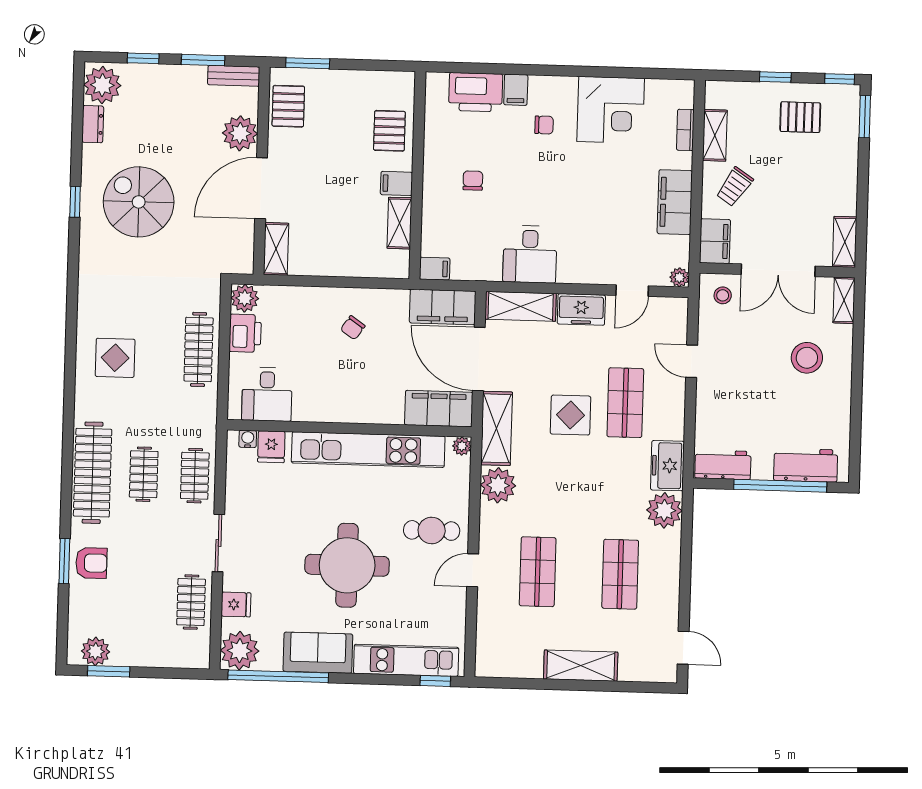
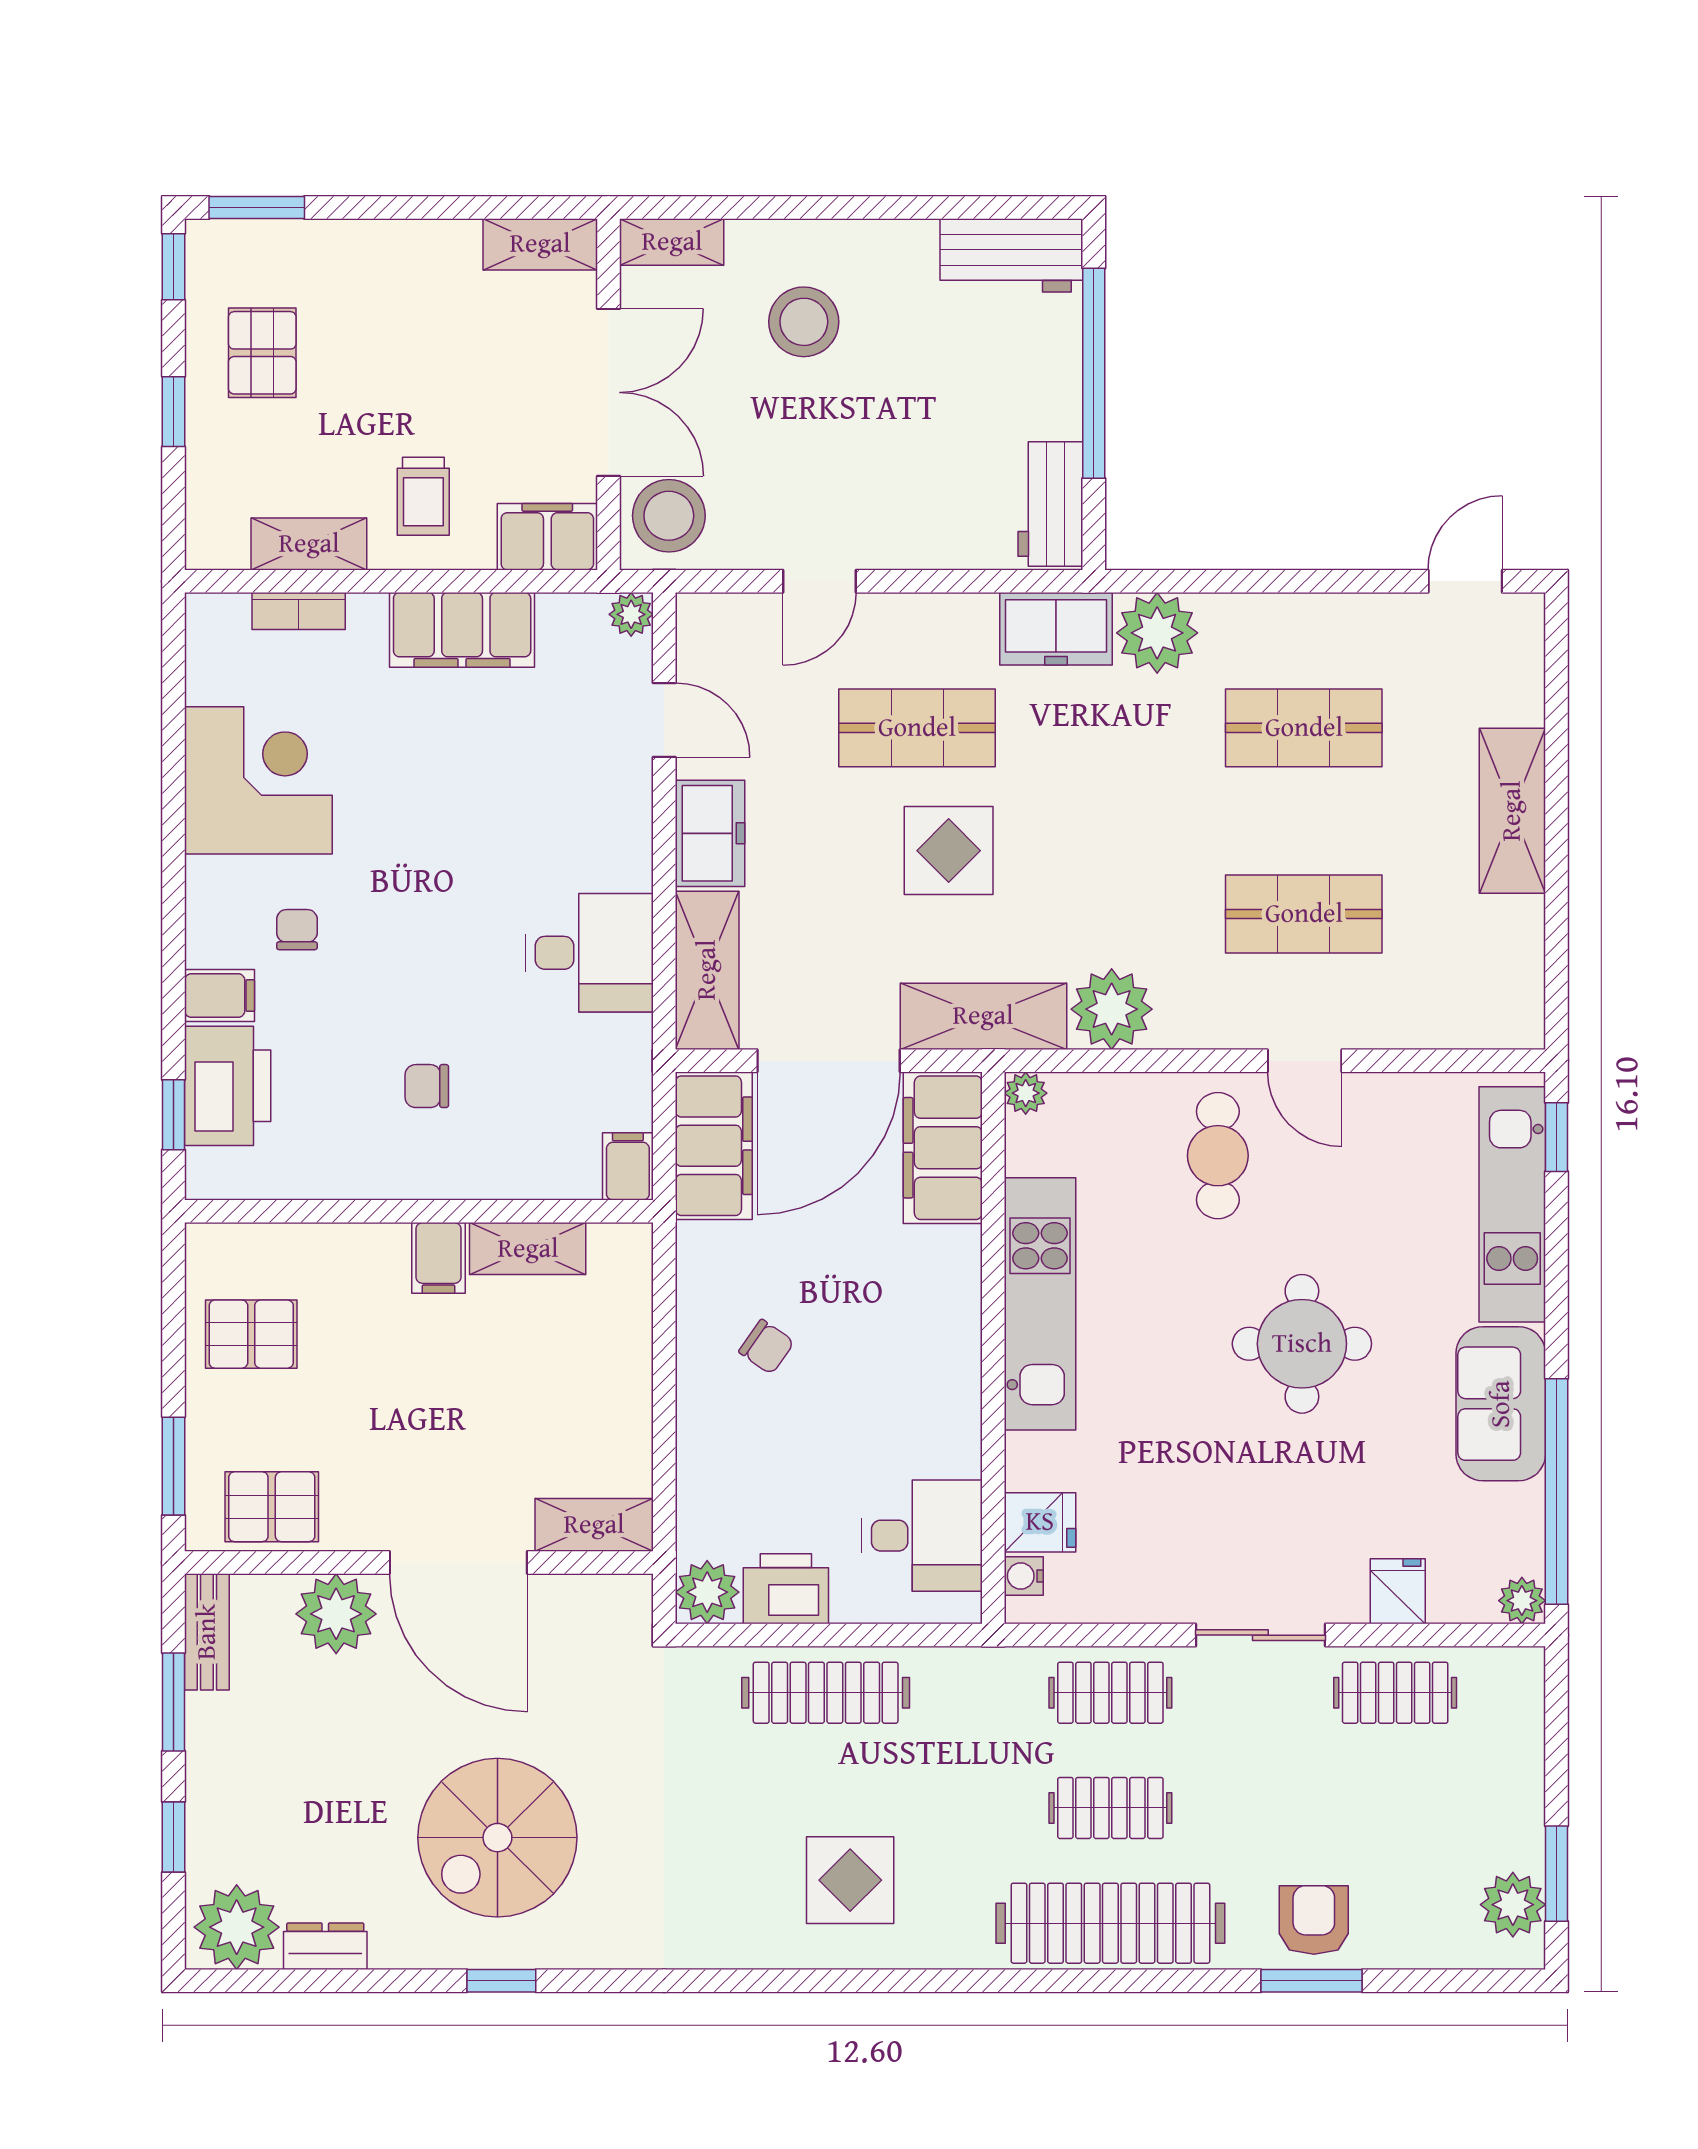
window: (464, 68) -> (174, 1115), added
pallet: (389, 131) -> (251, 1334), moved
trolley: (735, 187) -> (423, 496), turned 56
stool: (723, 295) -> (669, 516), width x1.89, depth x1.89
kitchen unit: (368, 450) -> (1040, 1304), width x0.73
workbench: (806, 465) -> (1011, 255), moved, turned -90
round table: (347, 565) -> (1302, 1344), width x0.73, depth x0.73
plant: (240, 651) -> (1522, 1601), width x0.53, depth x0.53

